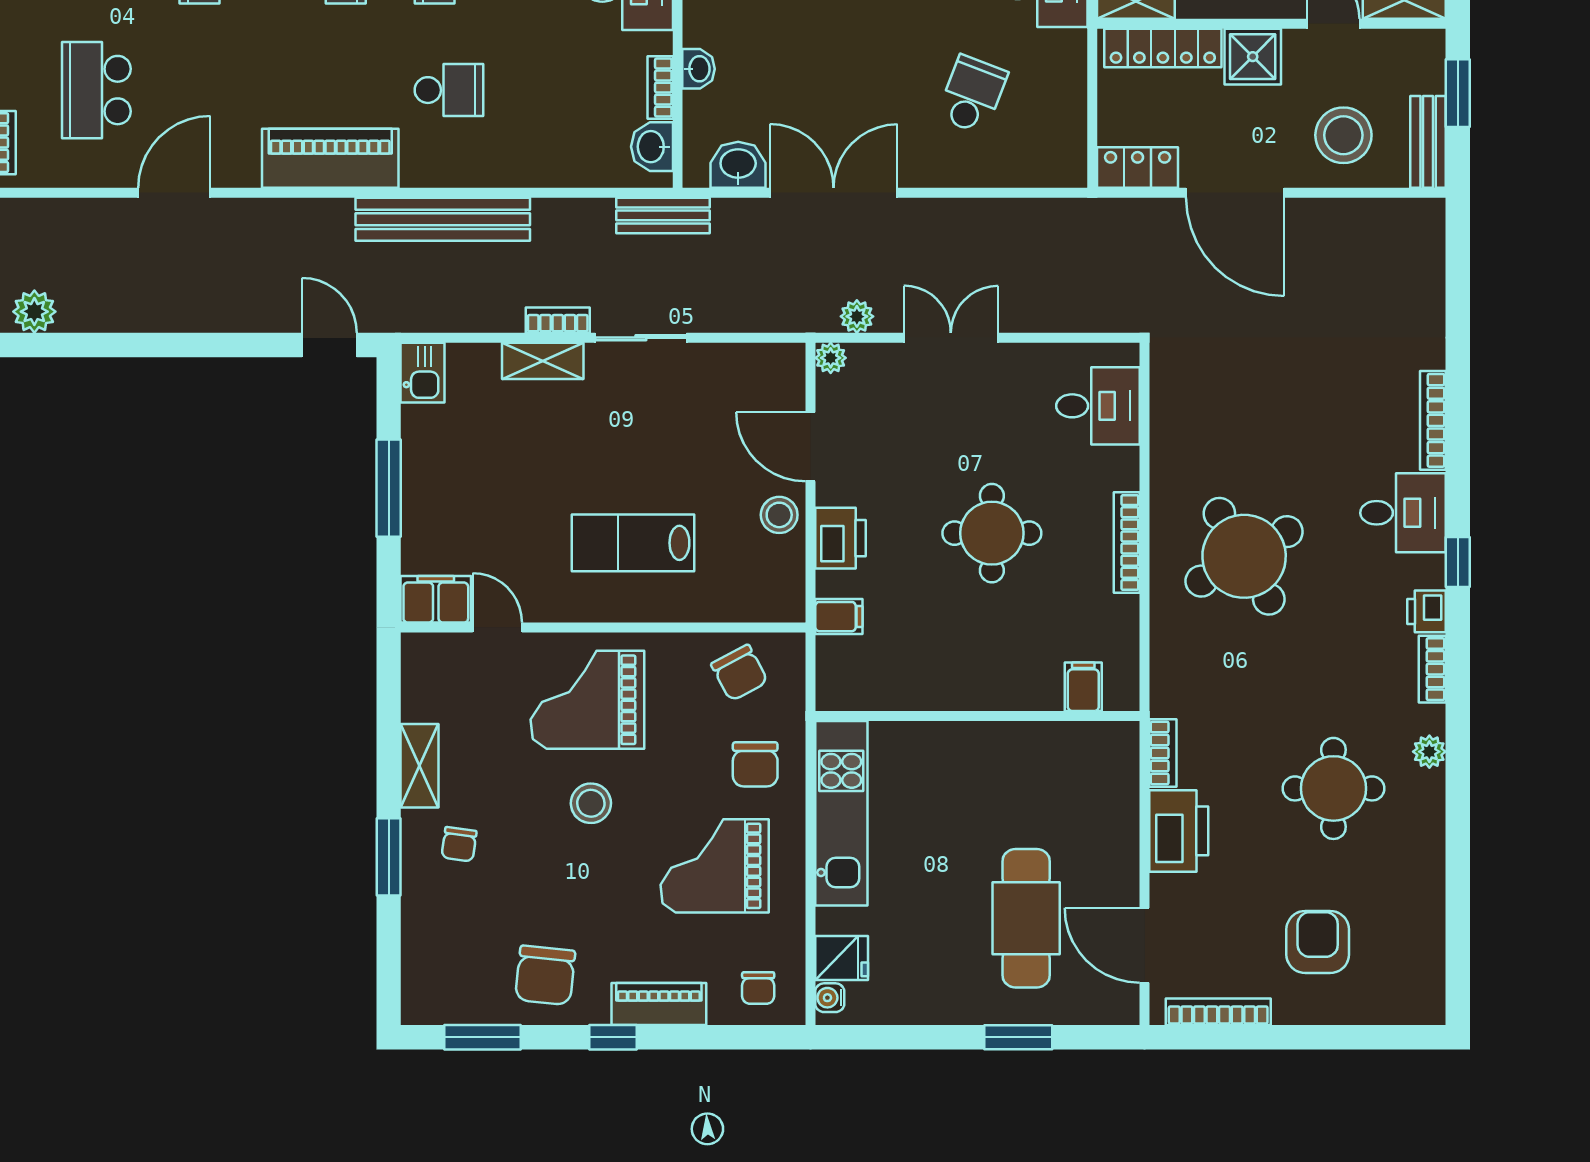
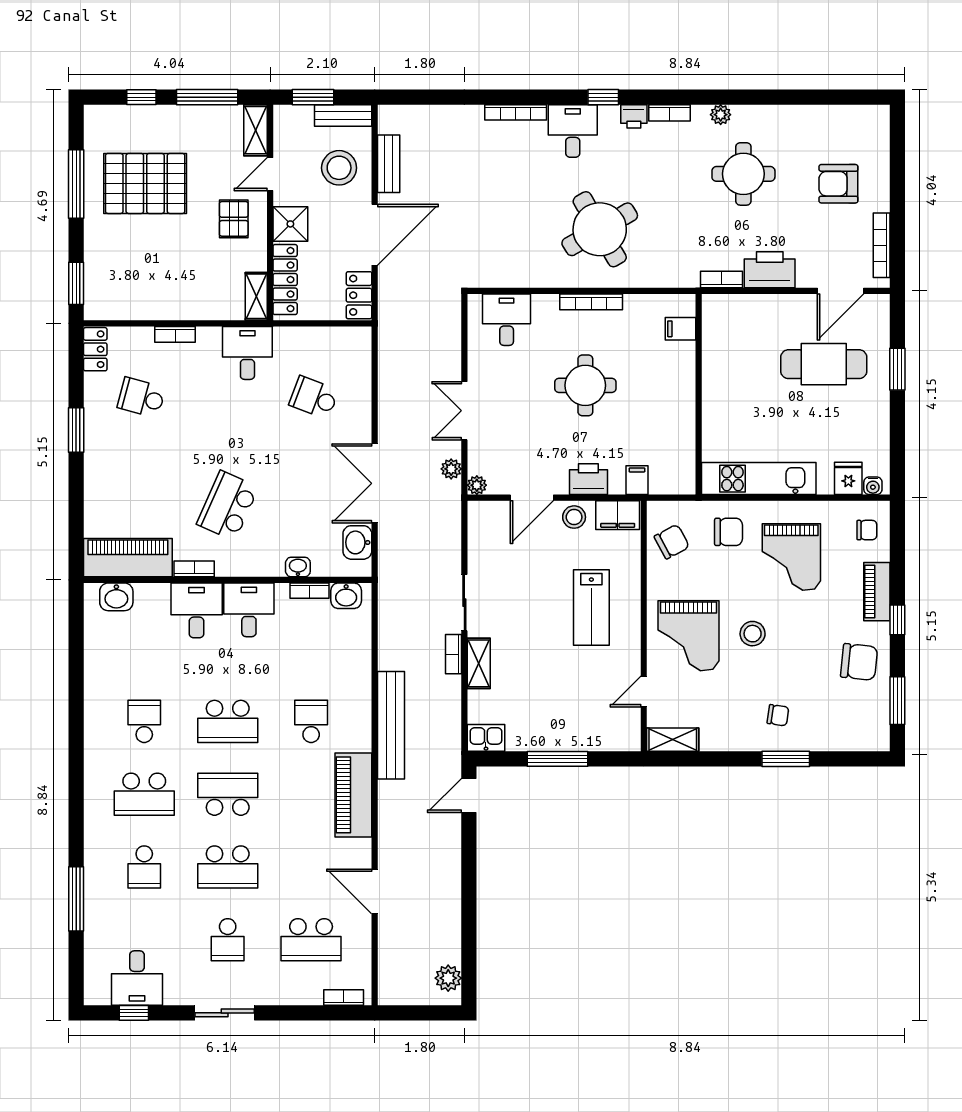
bench: (663, 215) -> (389, 164), moved
filing cabinet: (436, 599) -> (618, 515), moved, turned -90
shelving: (420, 766) -> (673, 740), moved

